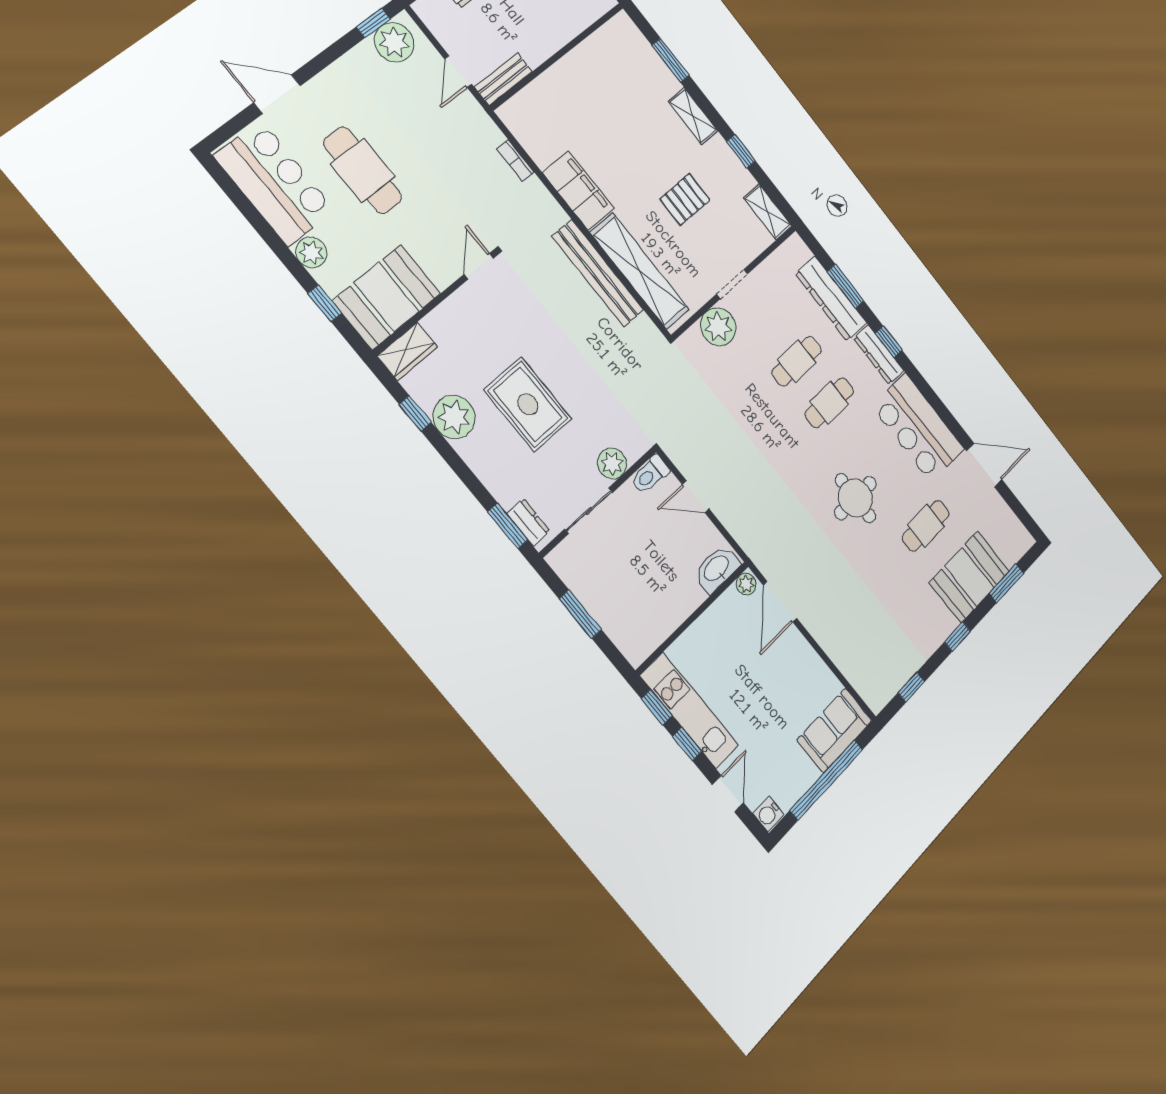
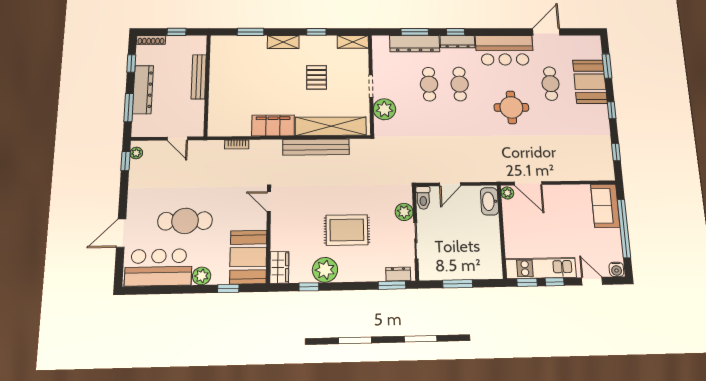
plant: (394, 42) -> (136, 153), width x0.53, depth x0.53
bench: (503, 79) -> (199, 77), moved, width x1.36

